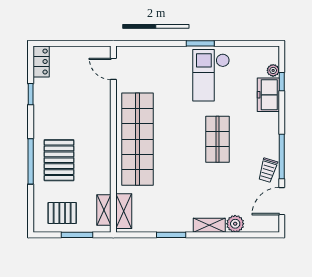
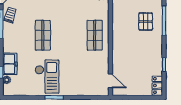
shop shelf: (137, 139) -> (95, 35), width x0.50, depth x0.74
pallet: (59, 160) -> (146, 21), width x0.67, depth x0.71

